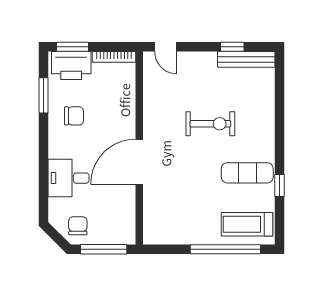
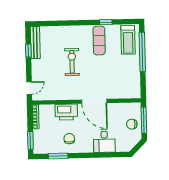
printer: (71, 65) -> (66, 112), moved, turned 90
chair: (78, 226) -> (132, 124), moved

